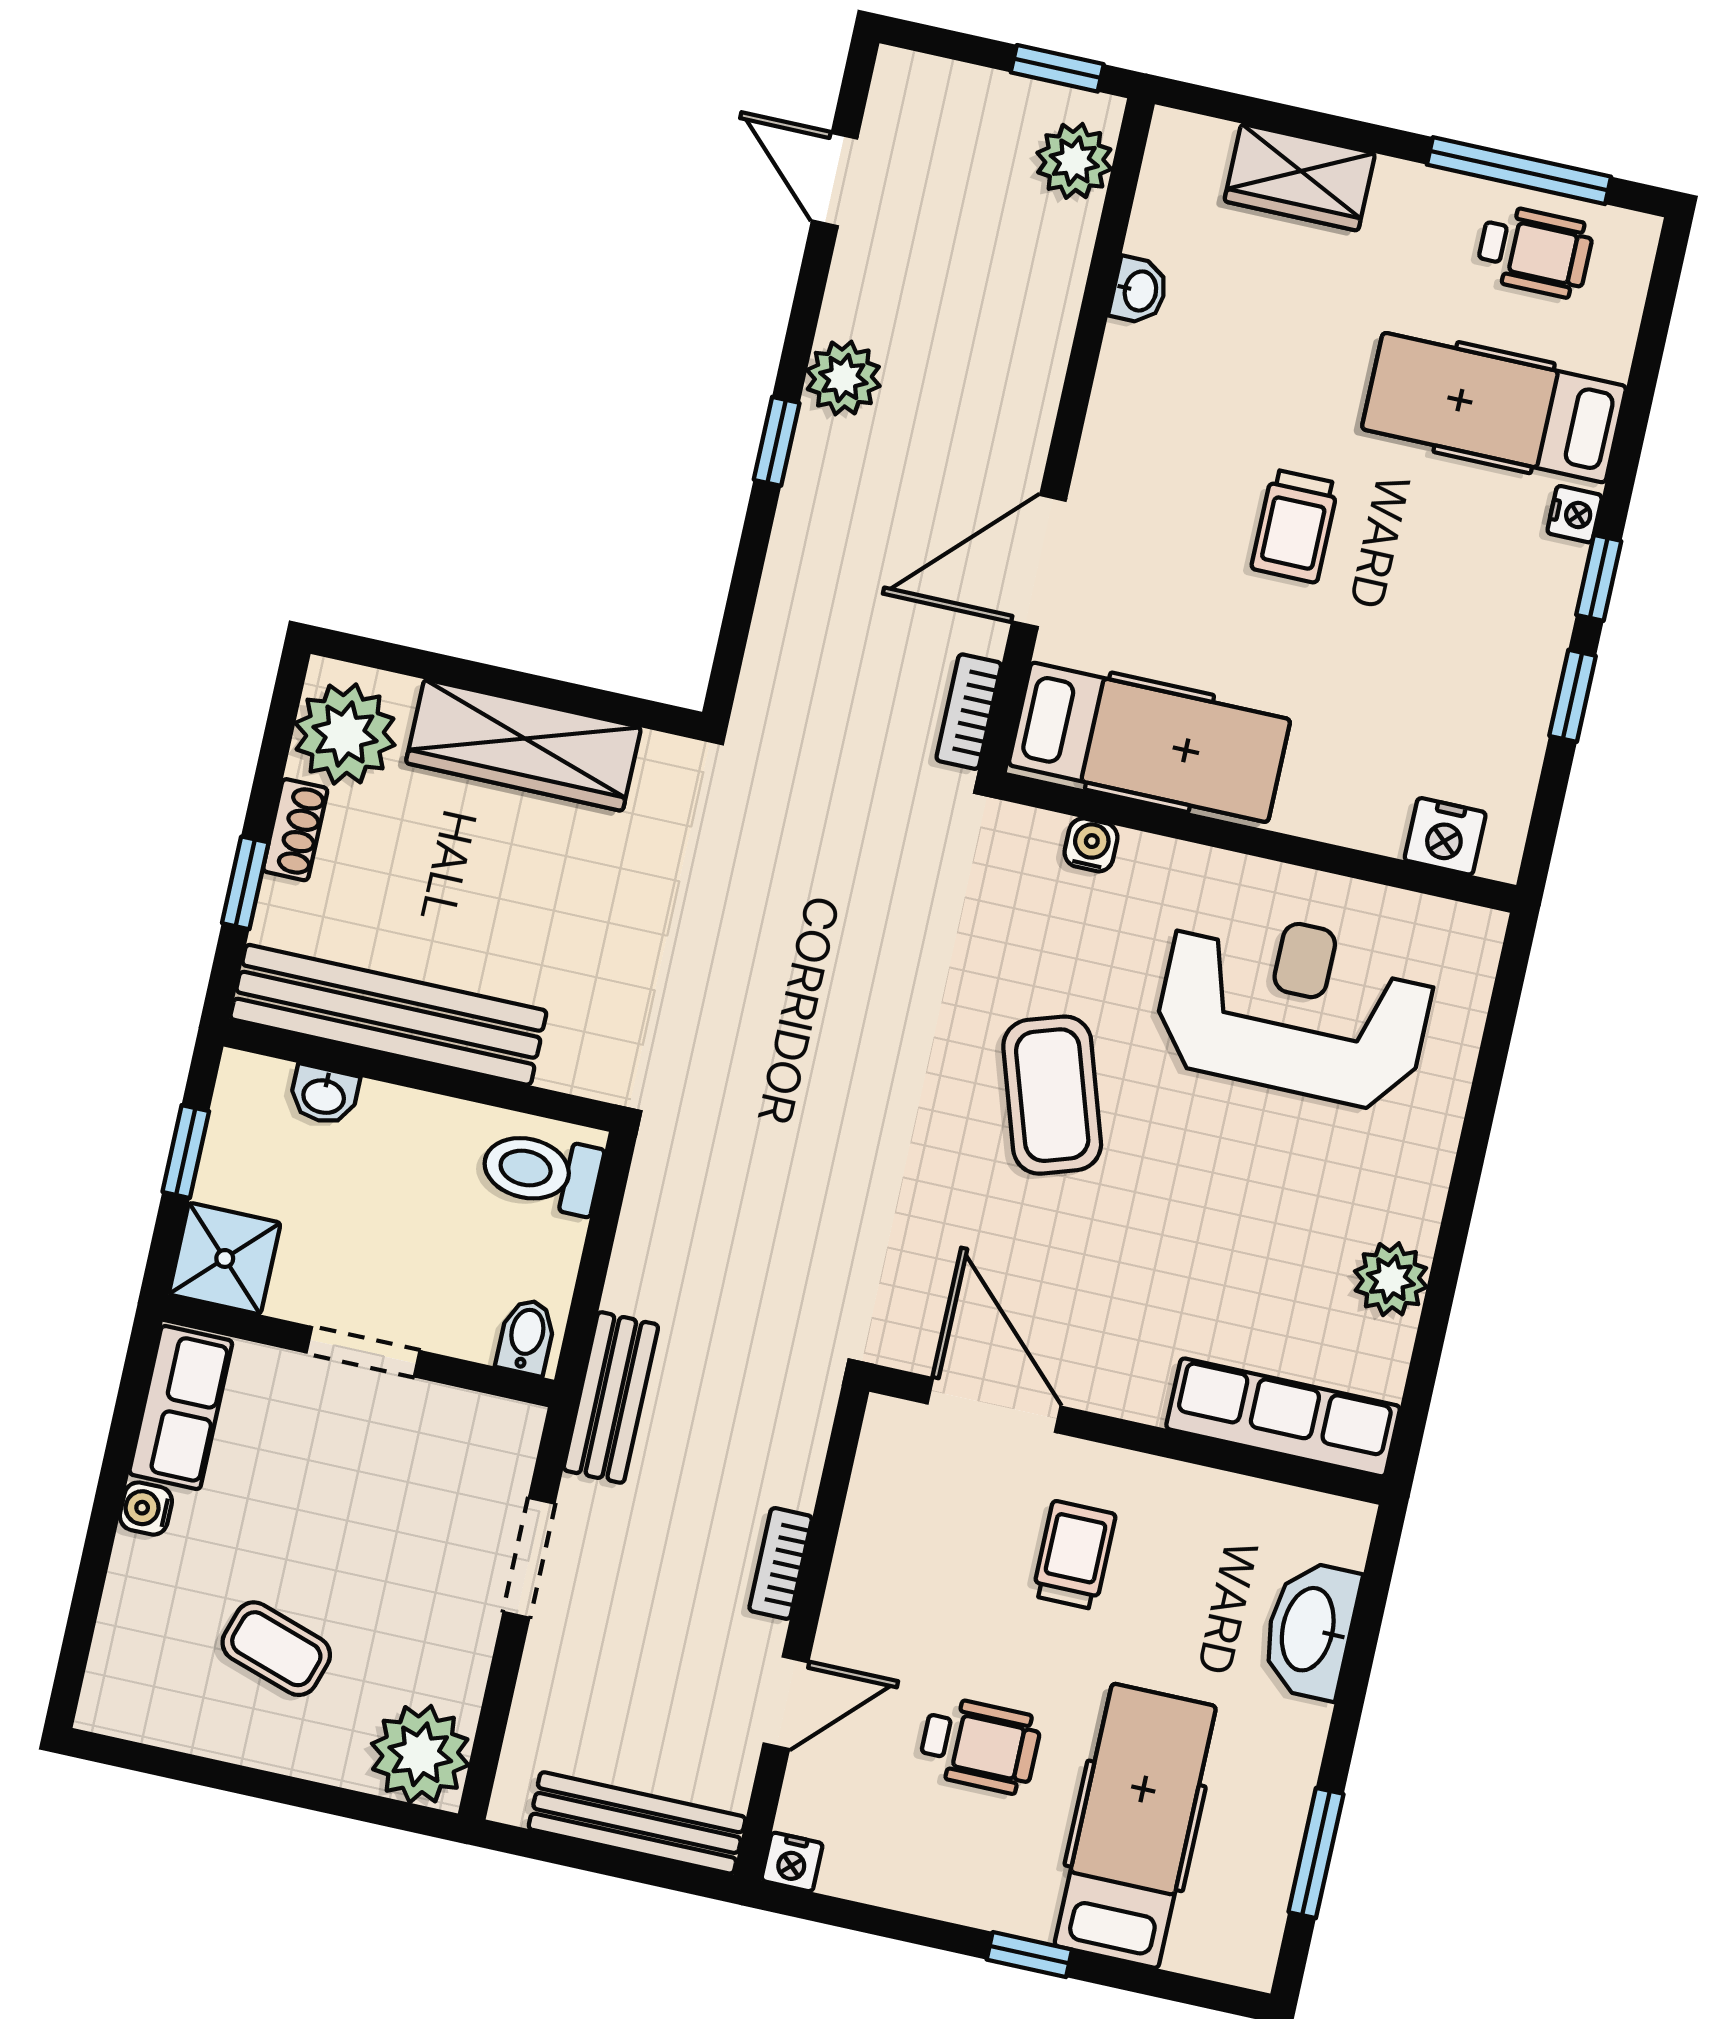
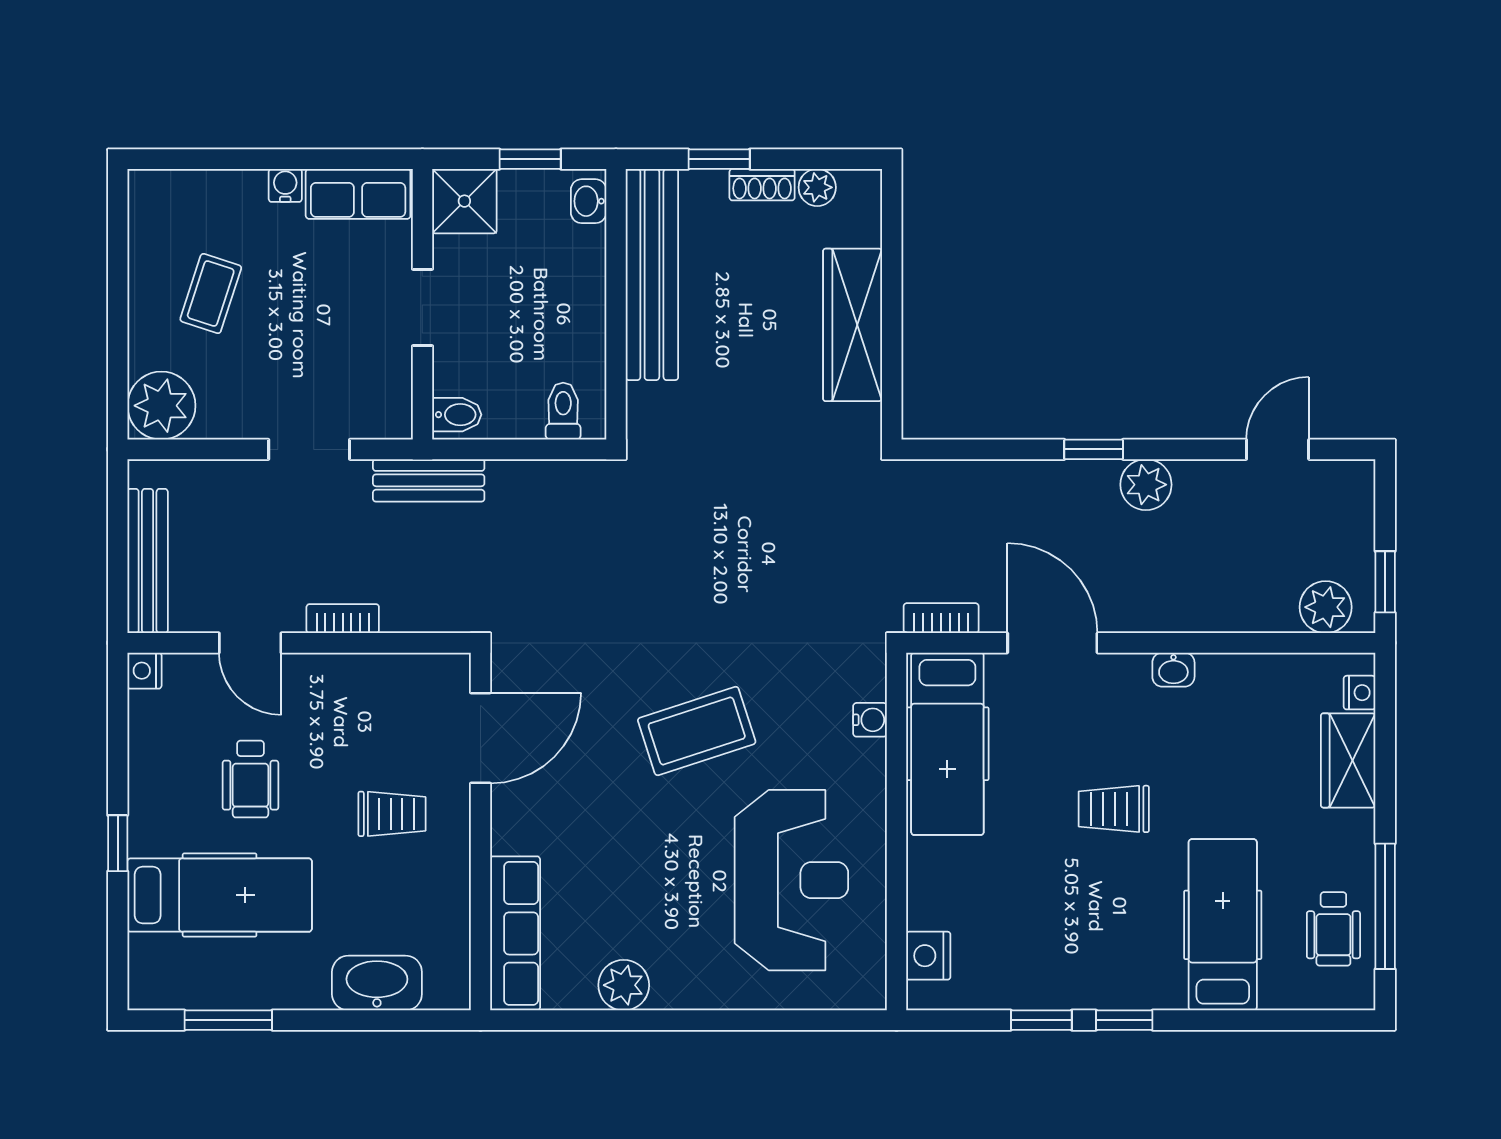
washbasin: (1139, 291) -> (1173, 670), moved
nightstand: (1575, 514) -> (1360, 693), moved, turned -90
plant: (345, 734) -> (817, 187), width x0.53, depth x0.53
washbasin: (324, 1095) -> (589, 201), moved
toilet: (541, 1171) -> (563, 411), width x0.73, depth x0.72

